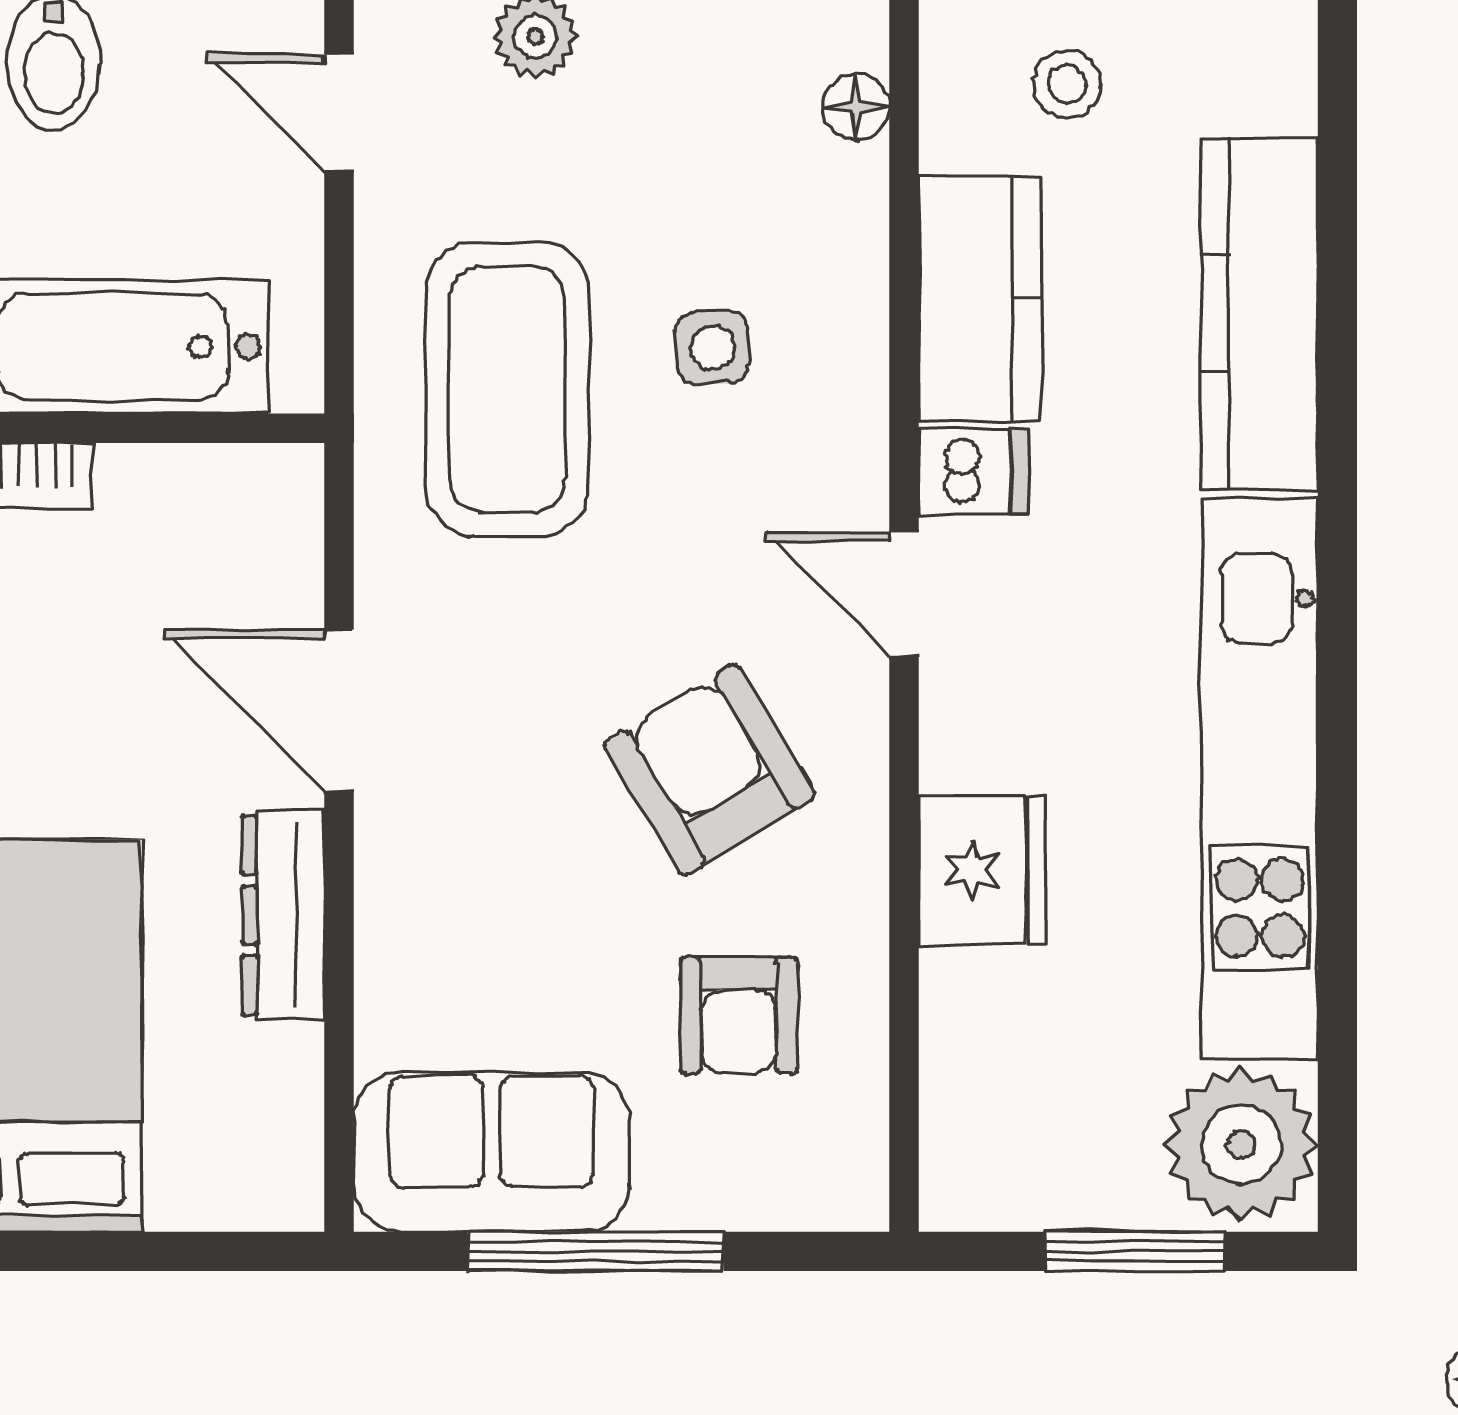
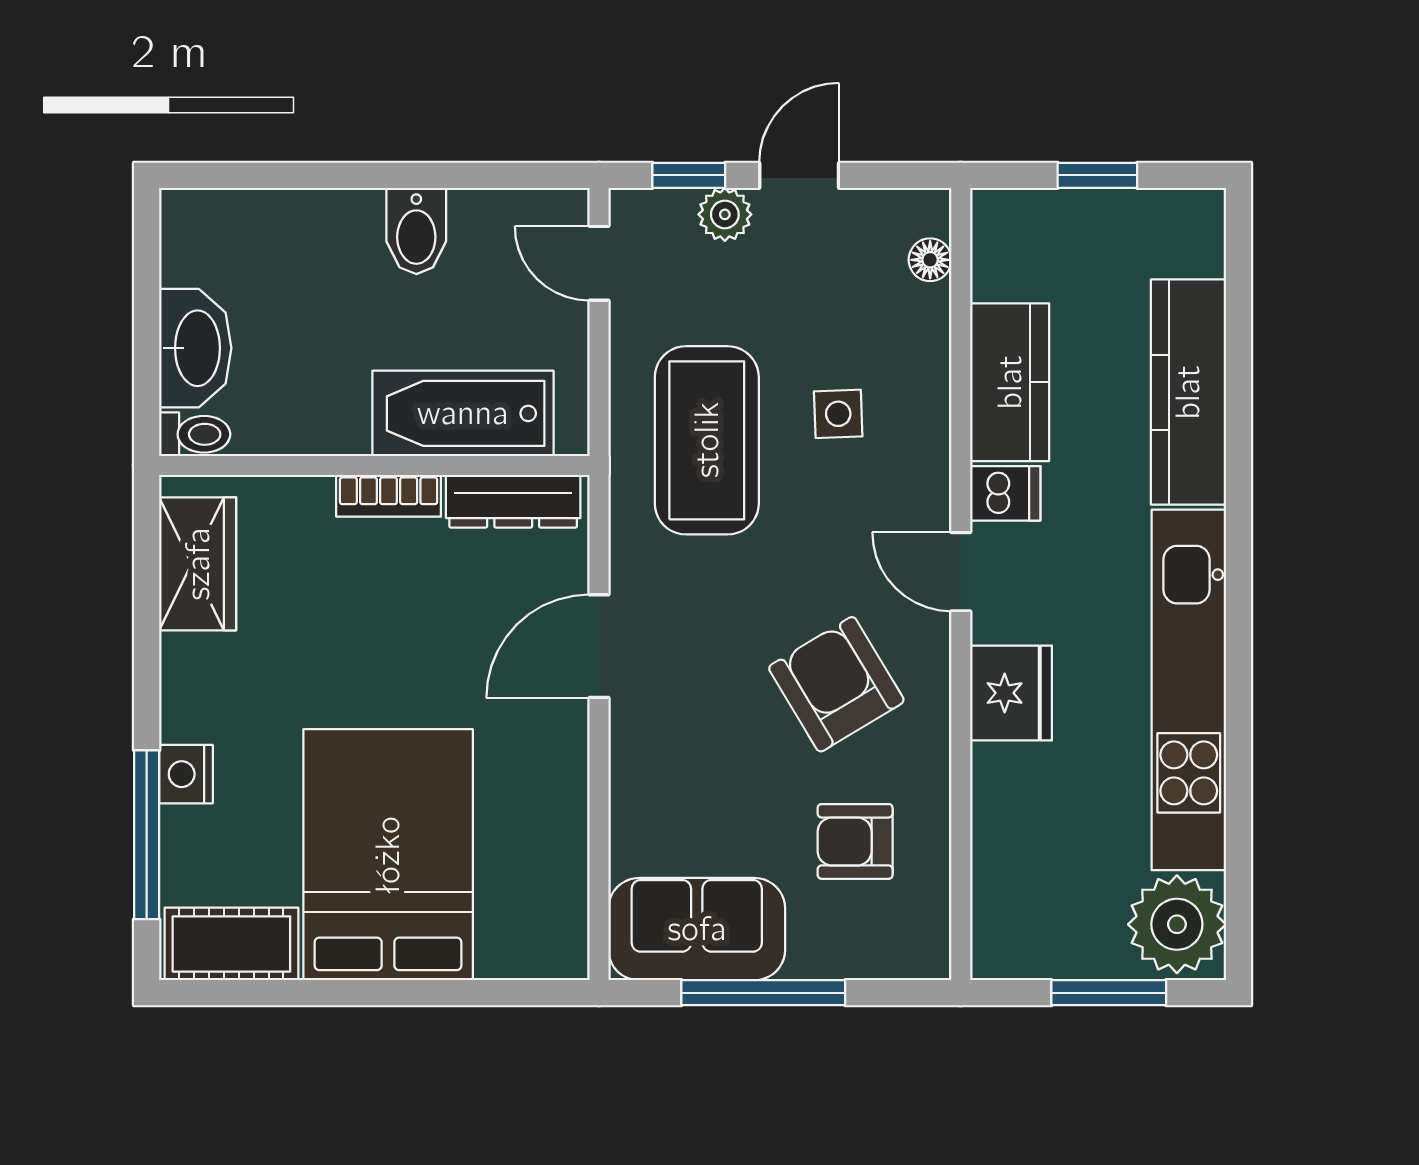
stool: (1067, 84) -> (1065, 245), removed
door: (339, 710) -> (599, 646), hinge flipped
fridge: (982, 870) -> (1011, 693), moved
dresser: (283, 915) -> (513, 501), moved, turned -90
armchair: (739, 1015) -> (855, 841), turned 90

